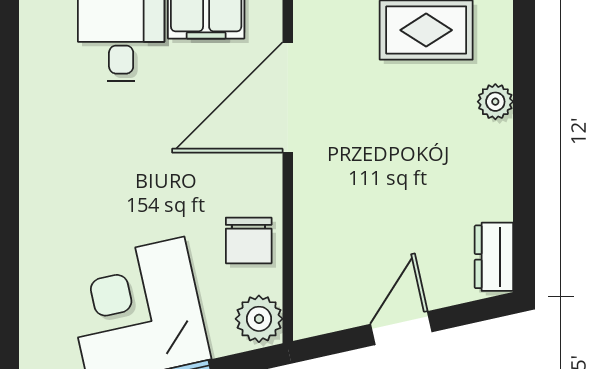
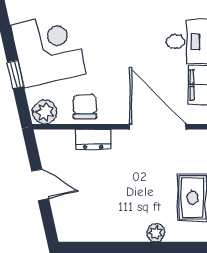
chair: (249, 240) -> (85, 107), turned 90
dresser: (494, 257) -> (93, 139), moved, turned 180

